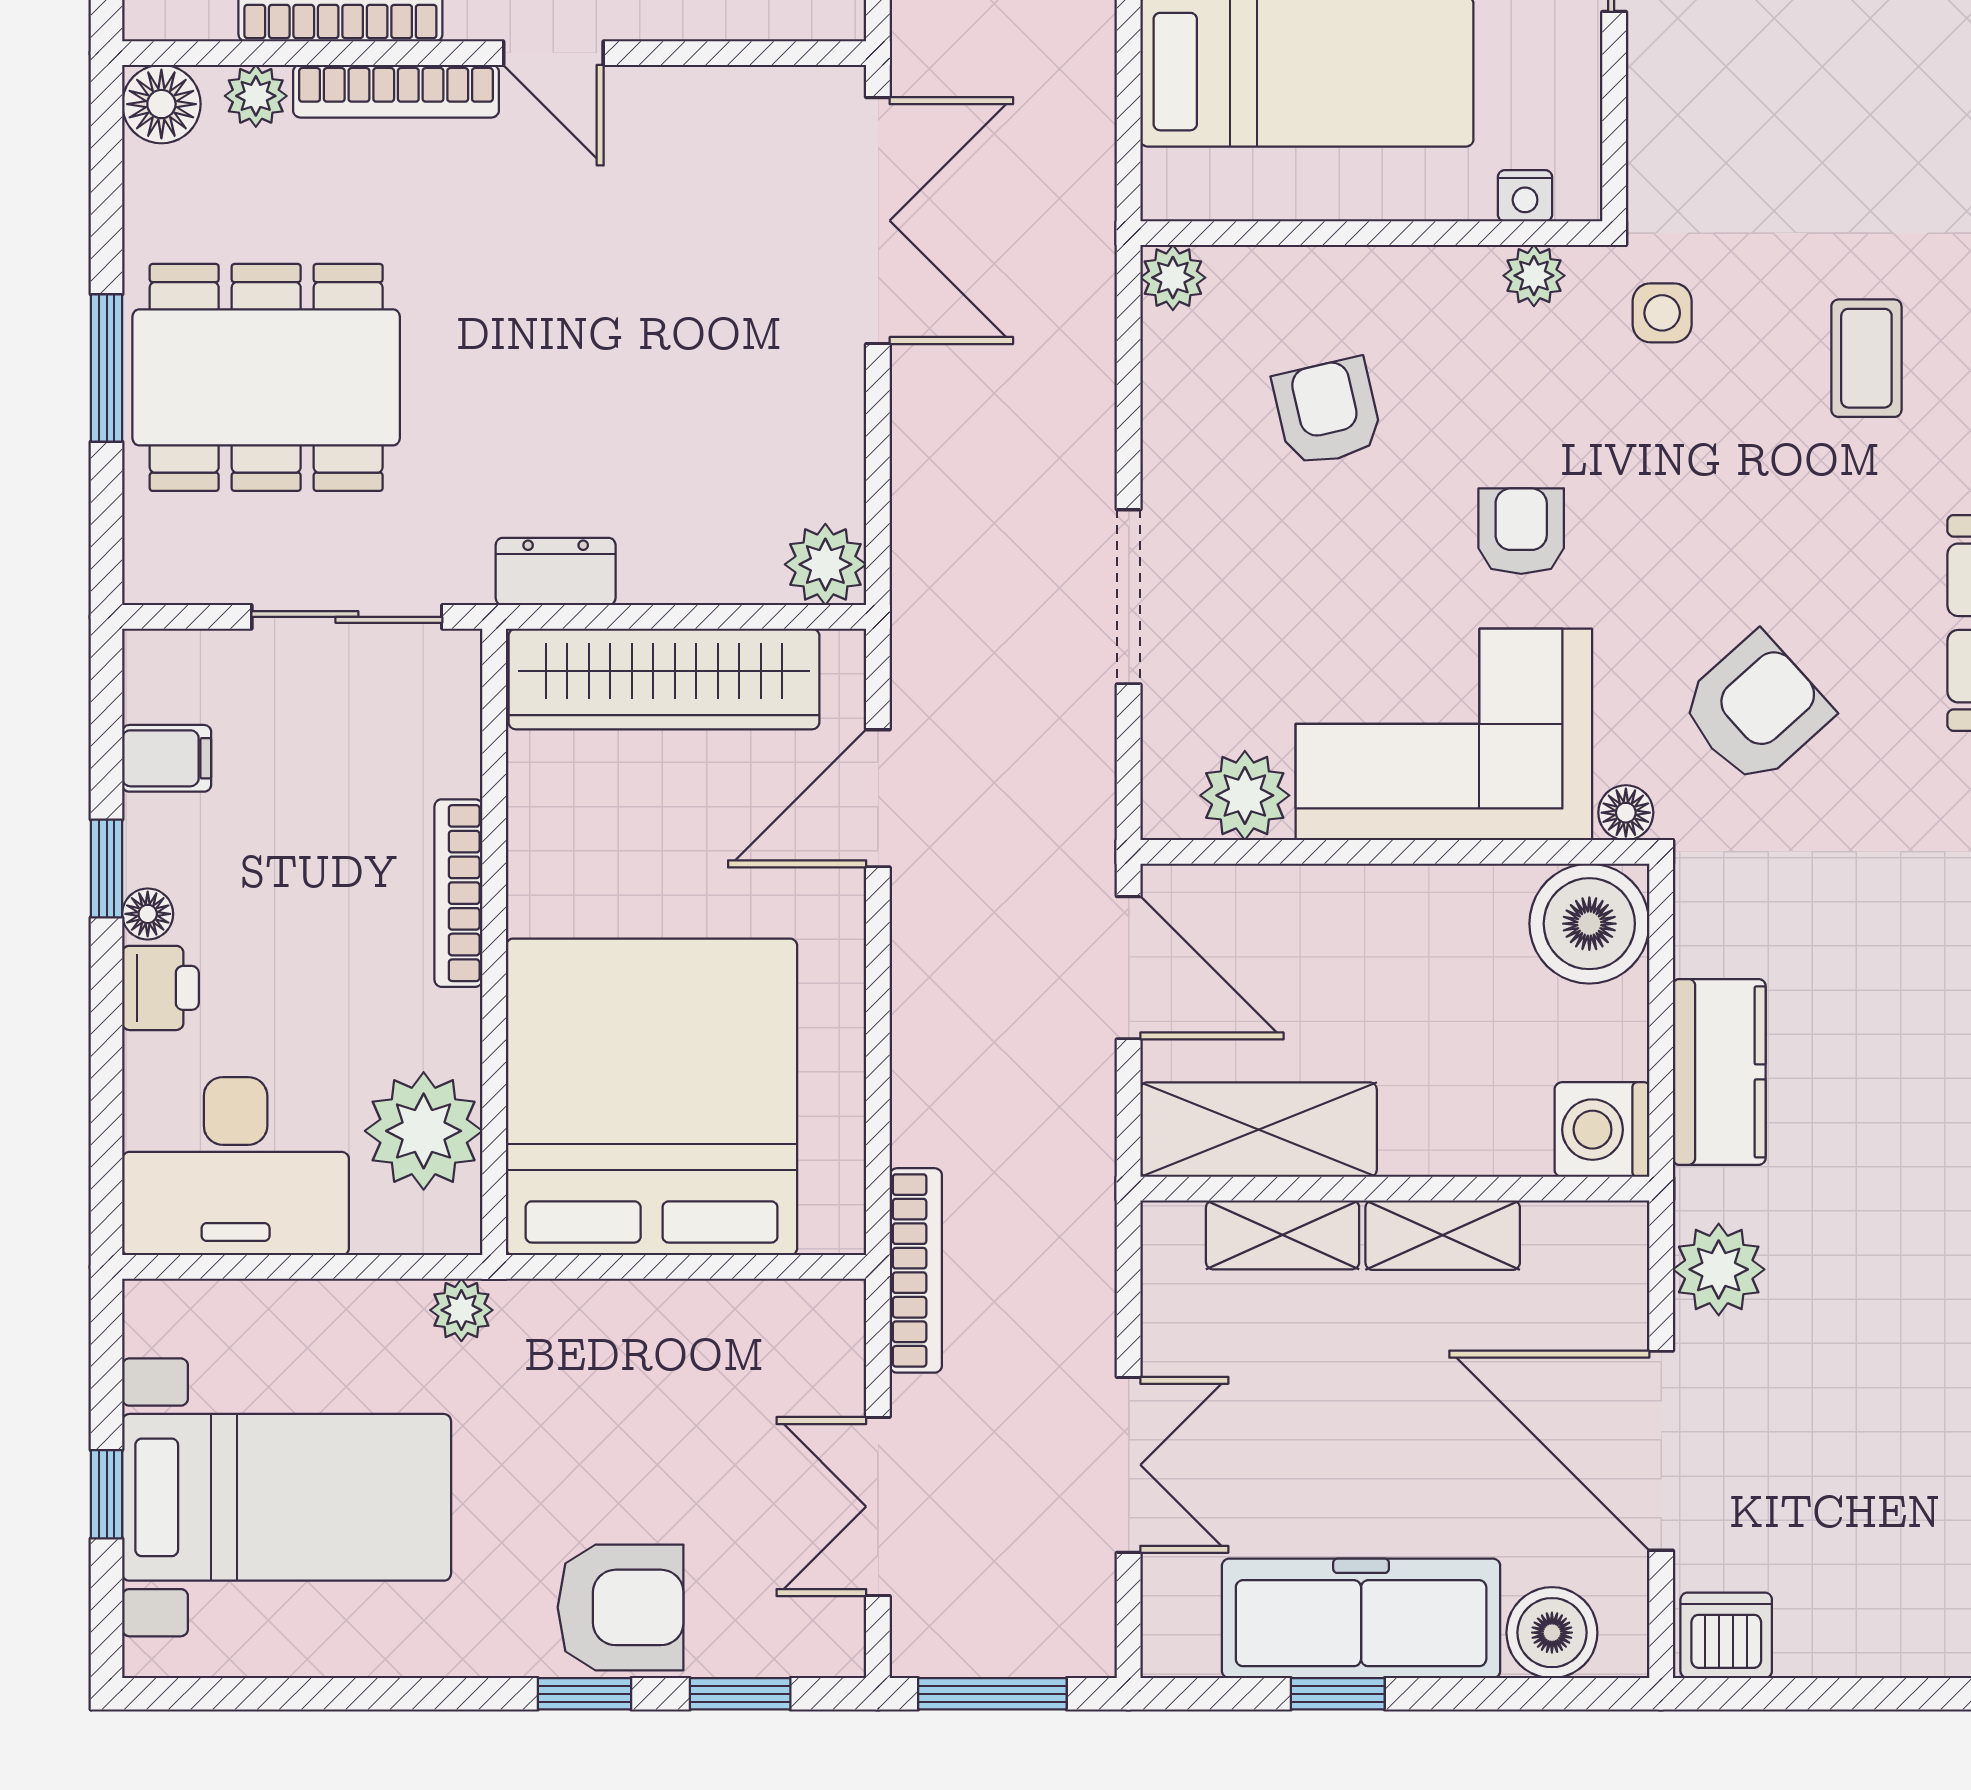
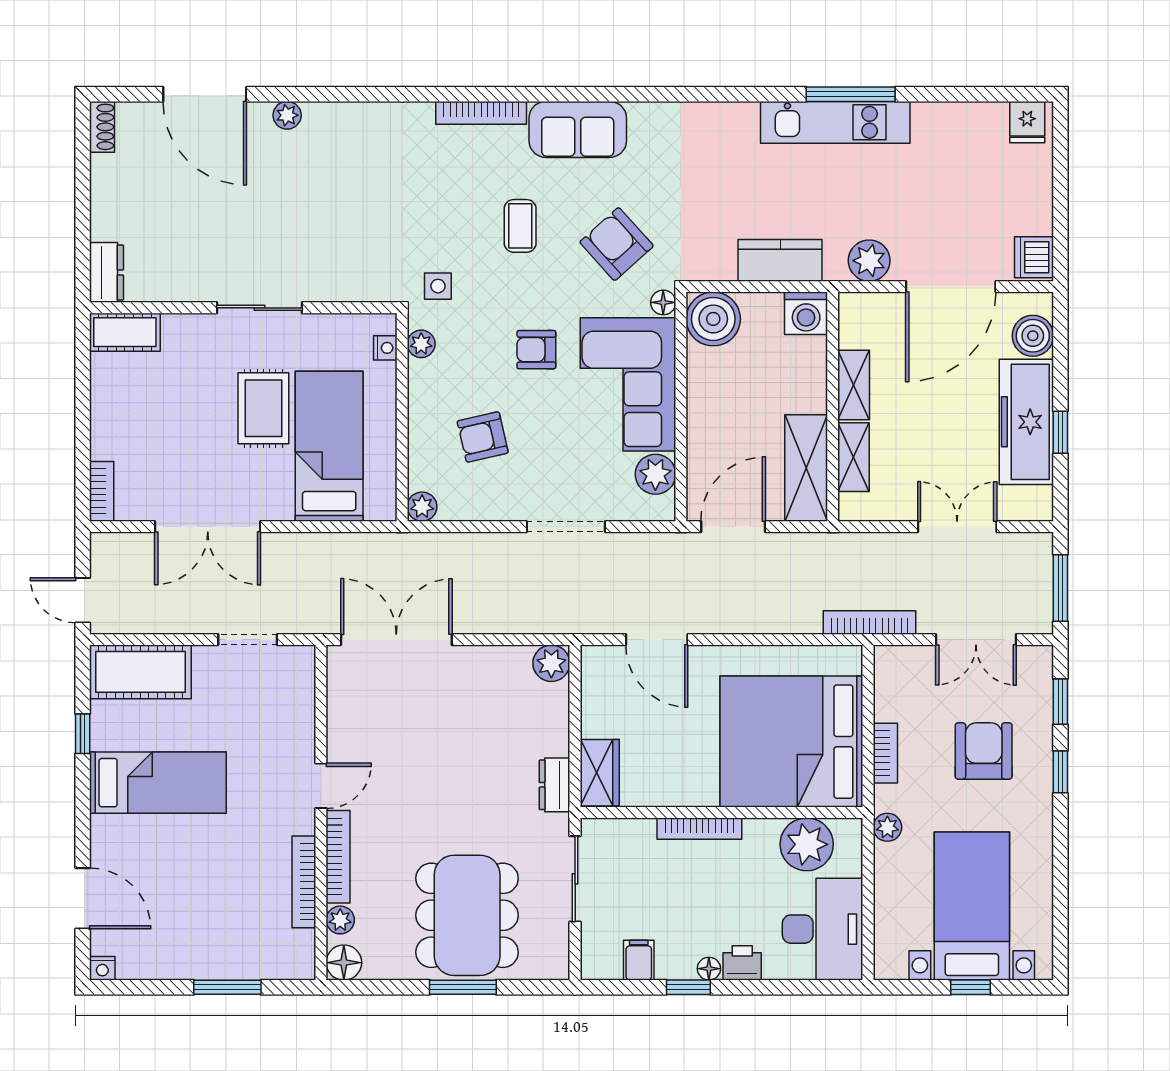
coffee table: (1866, 358) -> (520, 226), moved, turned 90
wardrobe: (664, 679) -> (600, 773), width x0.48, depth x0.85
bookcase: (626, 1305) -> (885, 753), added
armchair: (621, 1607) -> (984, 751), moved

